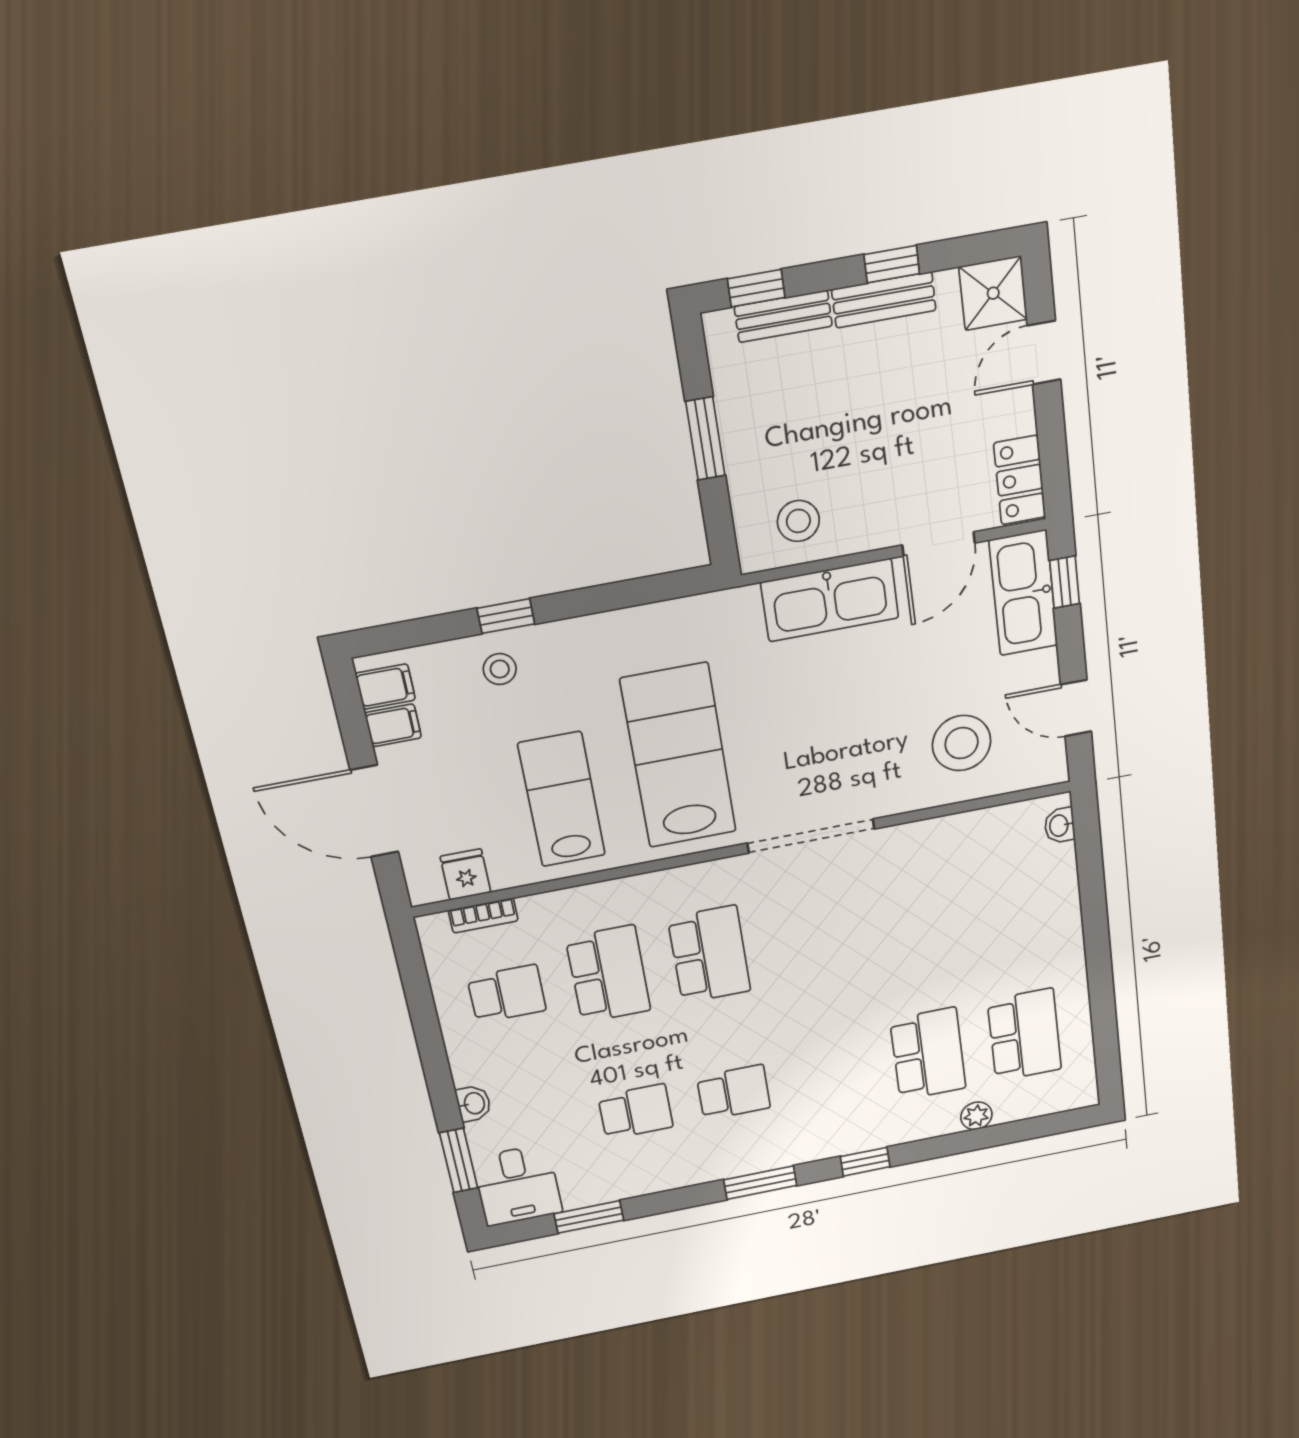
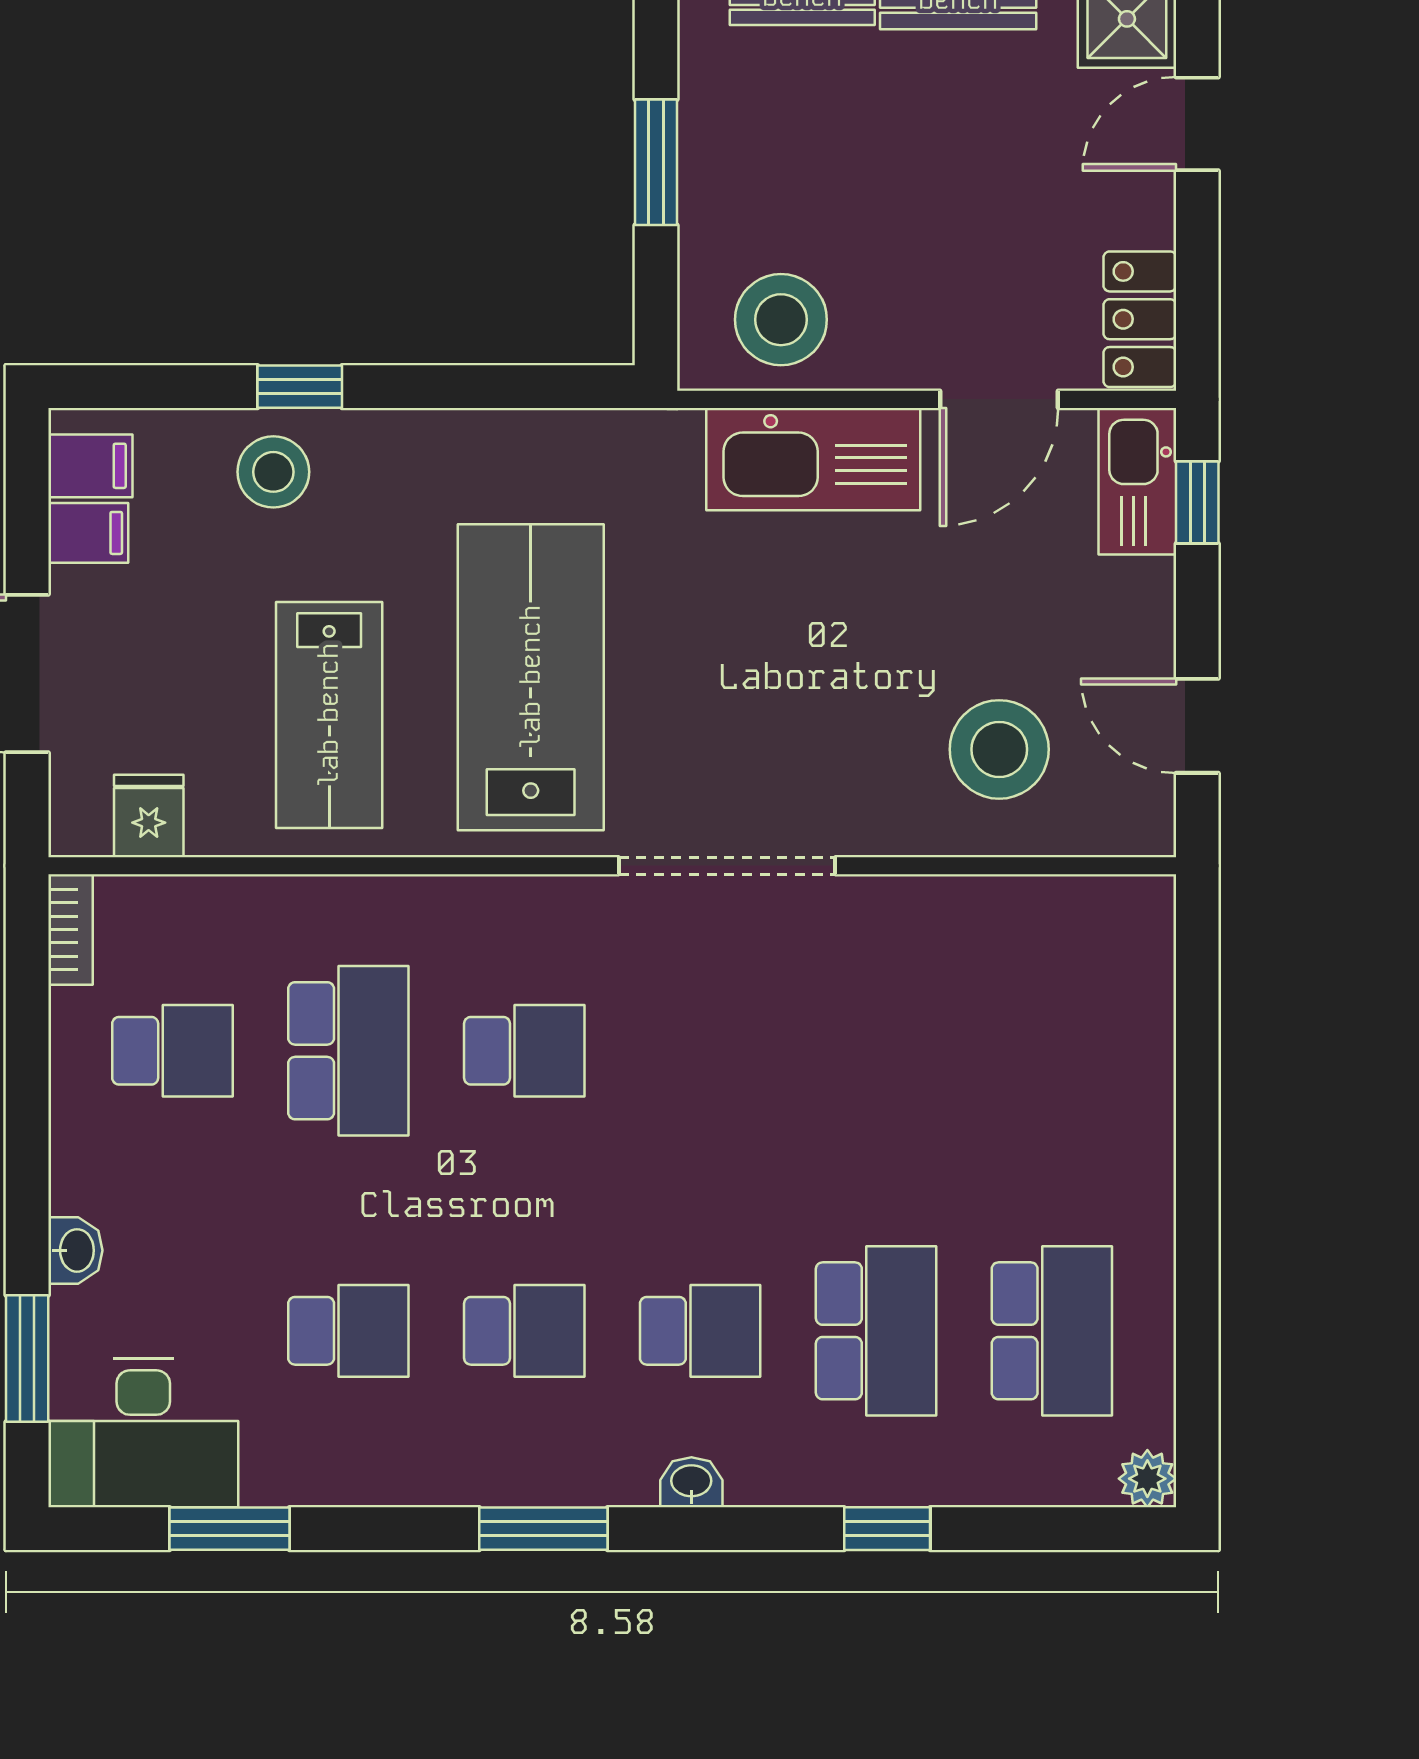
stool: (798, 521) -> (781, 320), width x1.38, depth x1.38
kitchen sink: (1023, 593) -> (1137, 481), width x0.73, depth x0.81
stool: (500, 669) -> (273, 472), width x1.37, depth x1.37
lab bench: (562, 800) -> (329, 715), turned 180
washbasin: (1060, 825) -> (691, 1482), moved, turned 90
bookcase: (483, 915) -> (70, 930), moved, turned -90
school desk: (709, 954) -> (524, 1051), width x0.54
school desk: (831, 1073) -> (700, 1331), added
plant: (976, 1116) -> (1147, 1479), moved
window: (865, 1162) -> (887, 1529), moved
desk: (517, 1185) -> (143, 1433), width x1.37

